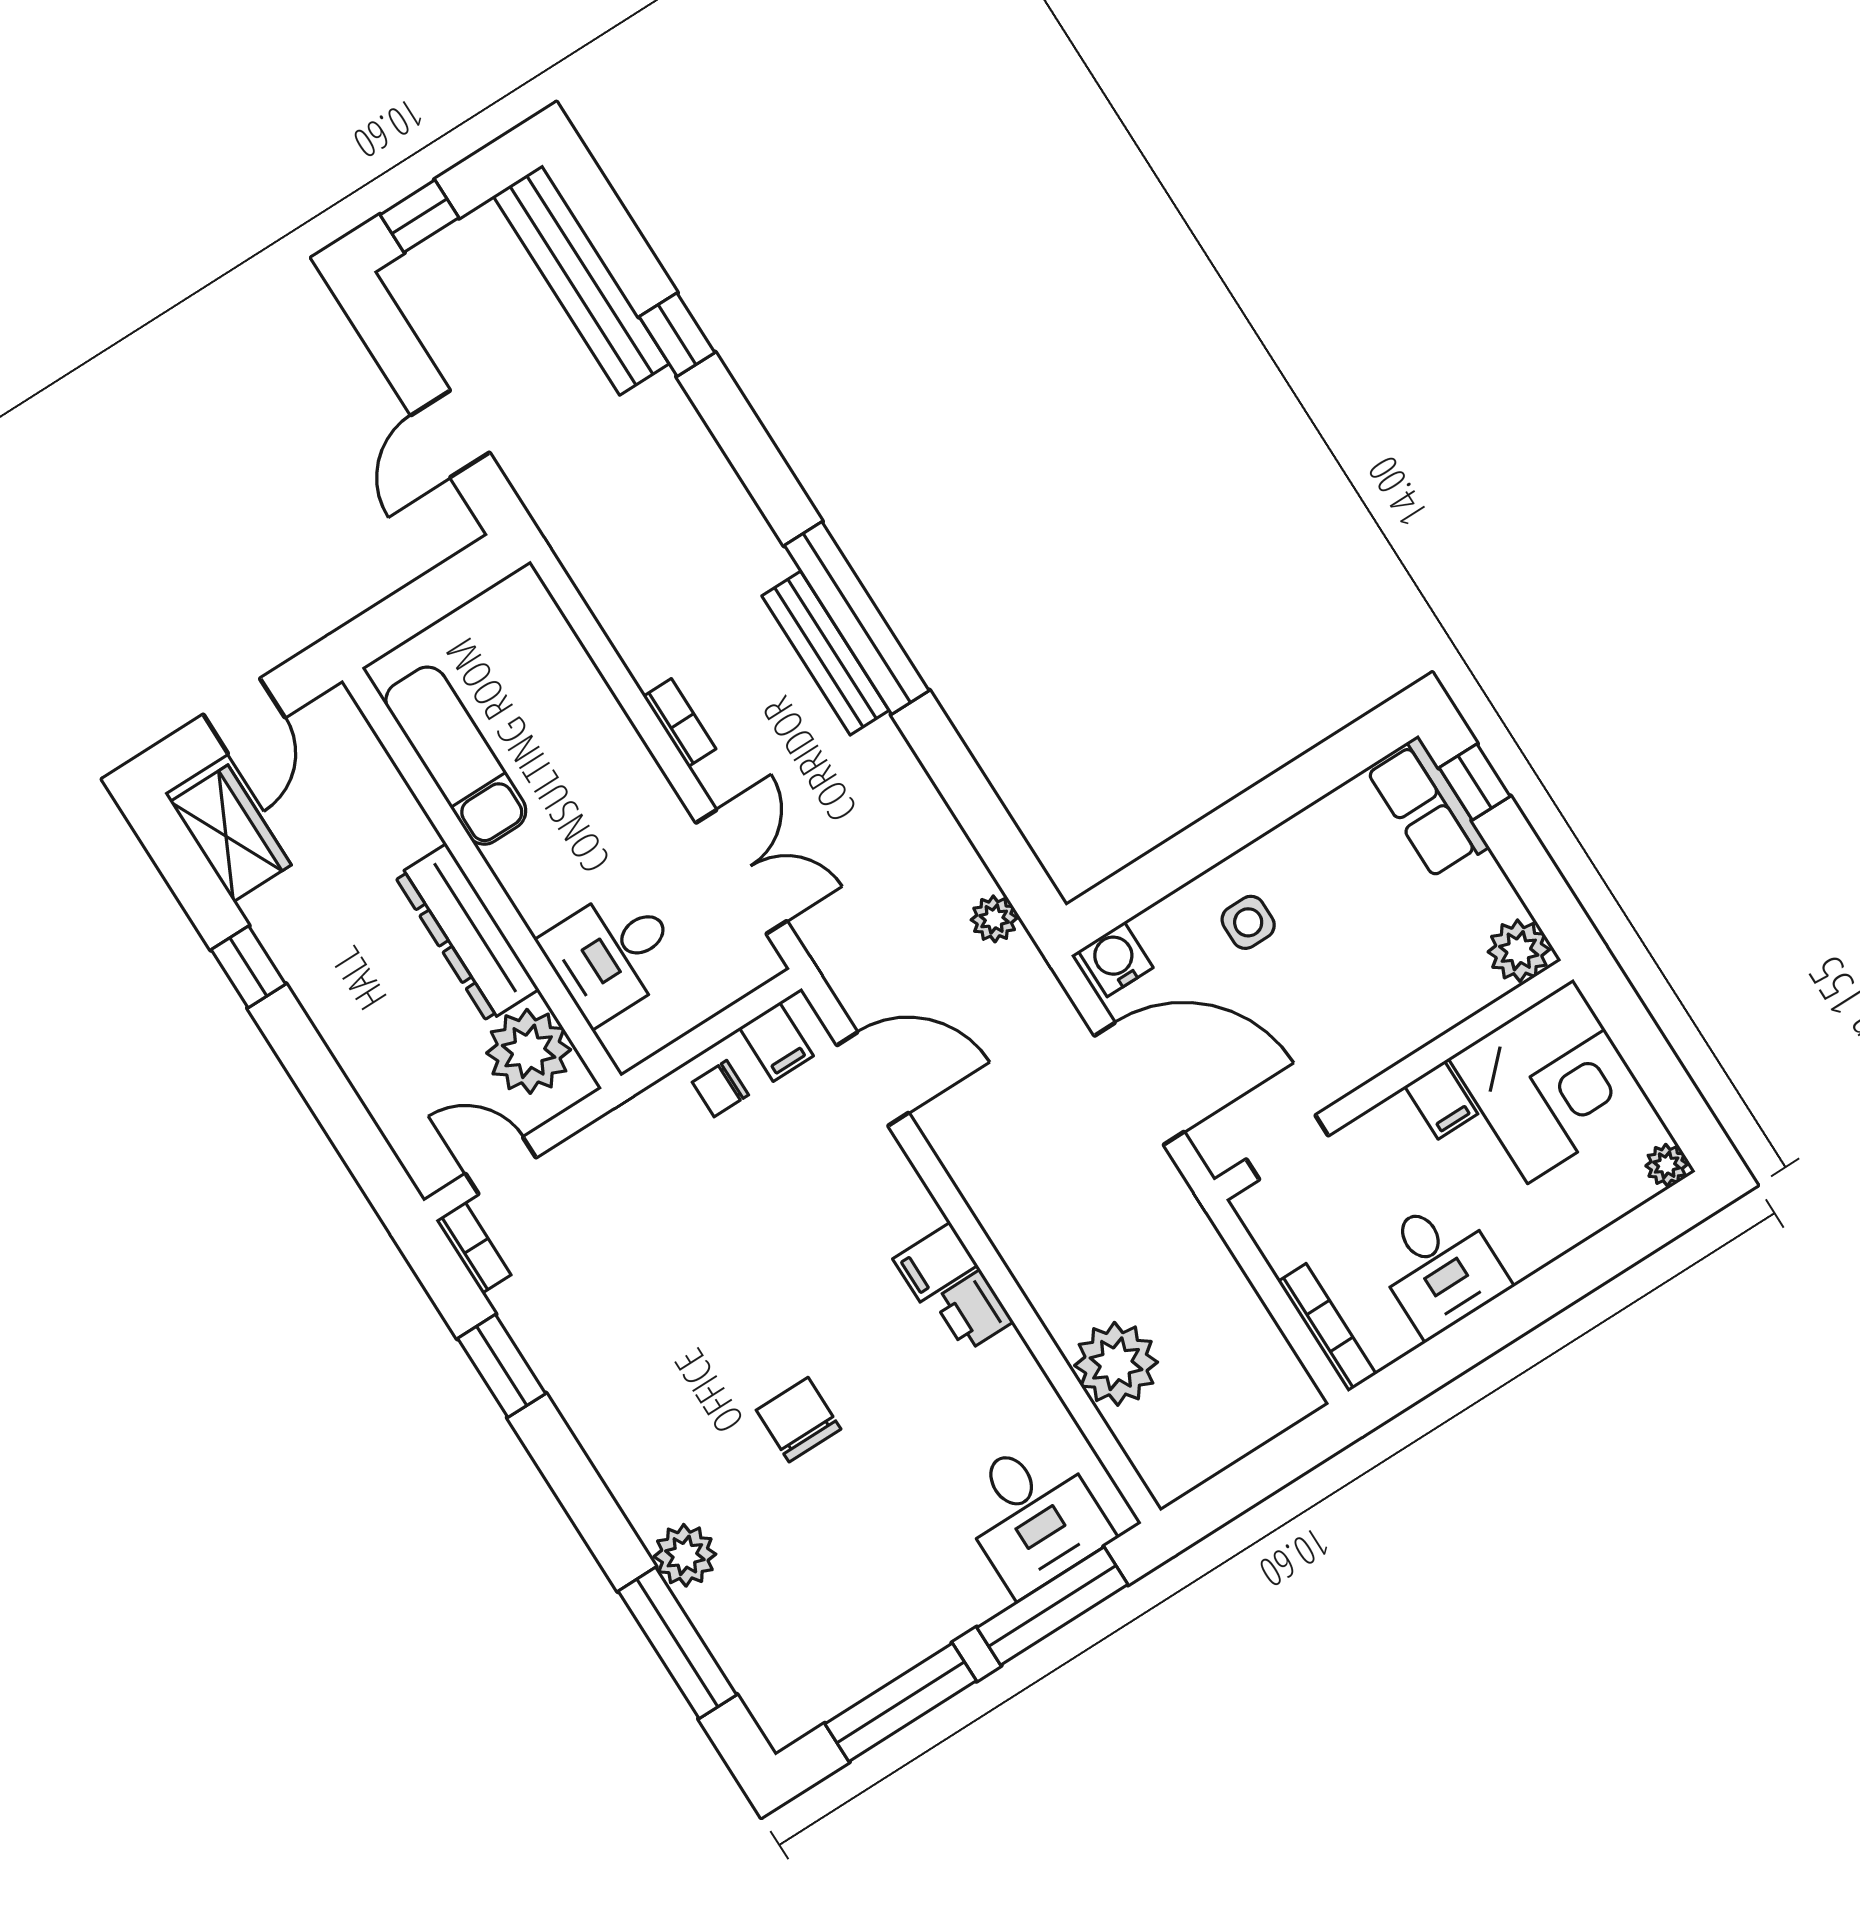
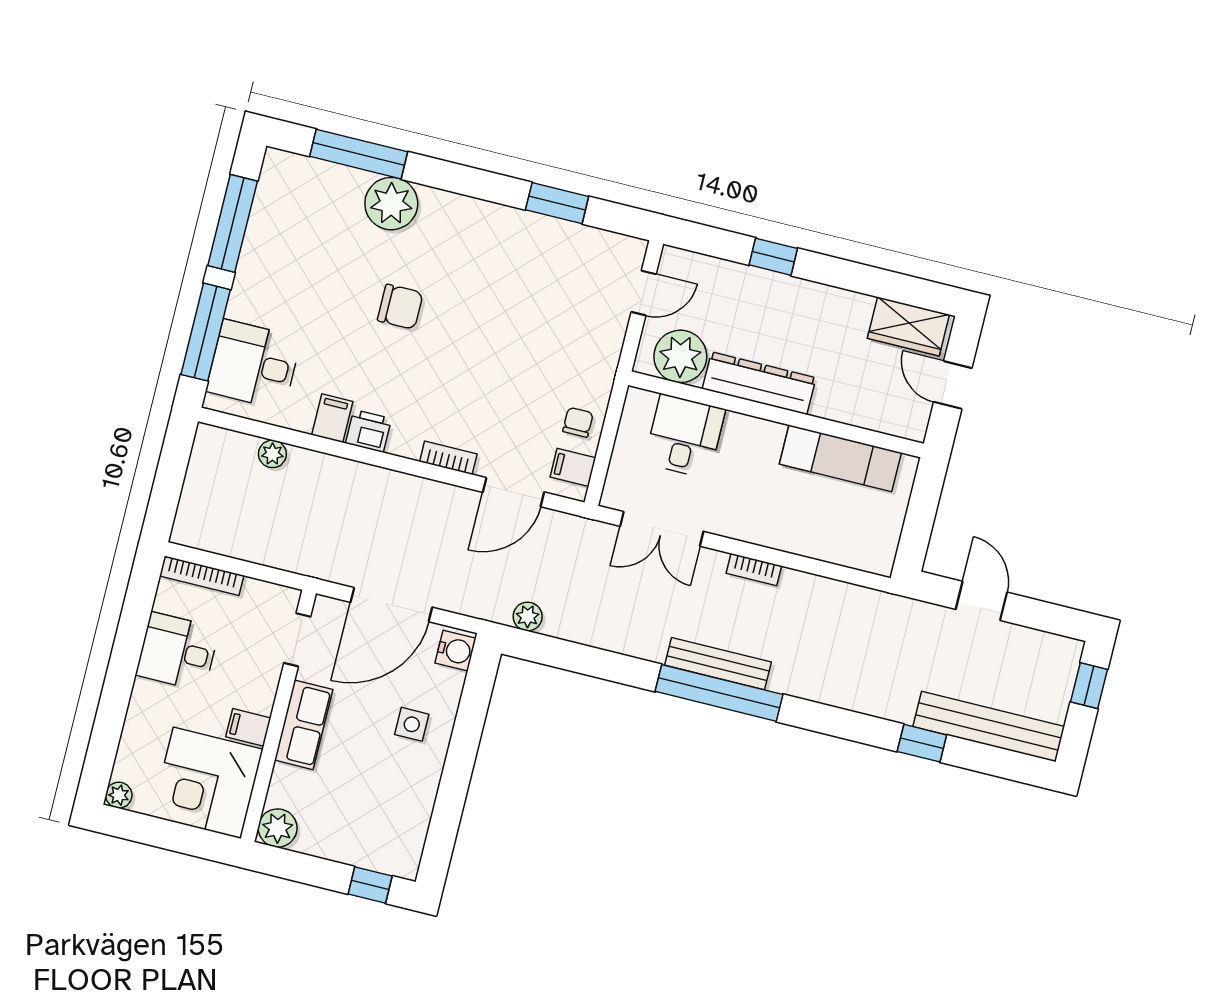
row of seats: (1427, 808) -> (304, 725), moved, turned 90
window: (248, 967) -> (773, 257), moved
bookcase: (473, 1248) -> (448, 458), moved, turned 180
filing cabinet: (935, 1262) -> (332, 418), moved
plant: (1116, 1364) -> (272, 454), width x0.53, depth x0.53
plant: (685, 1555) -> (391, 204), width x1.36, depth x1.36

